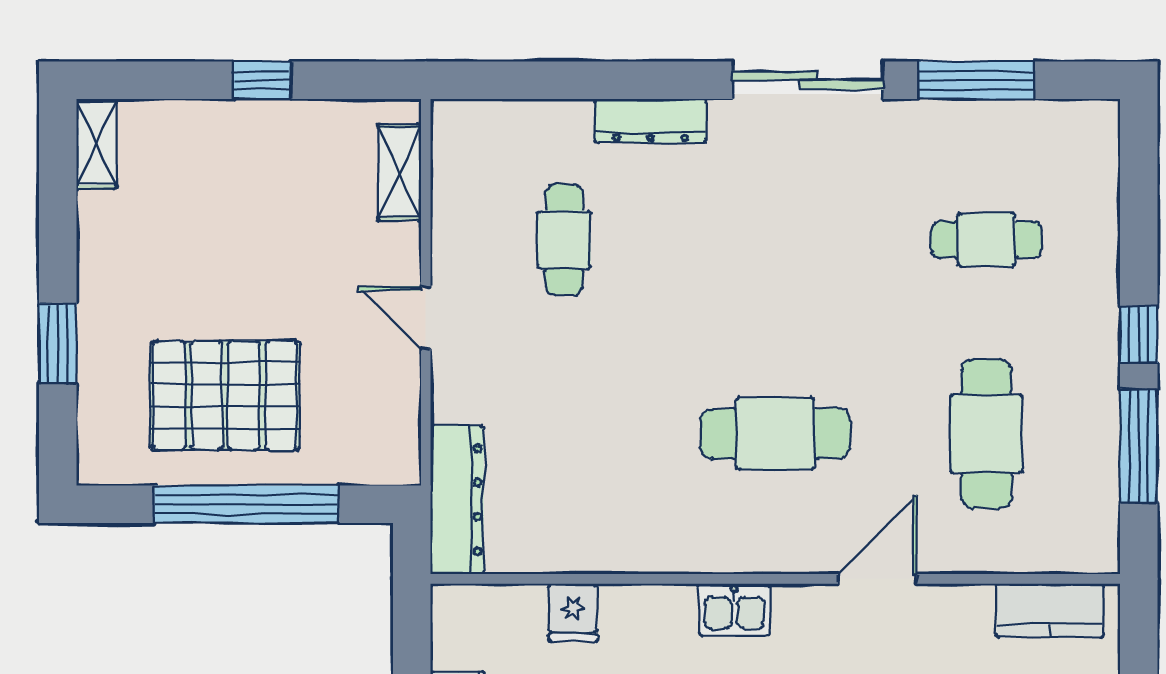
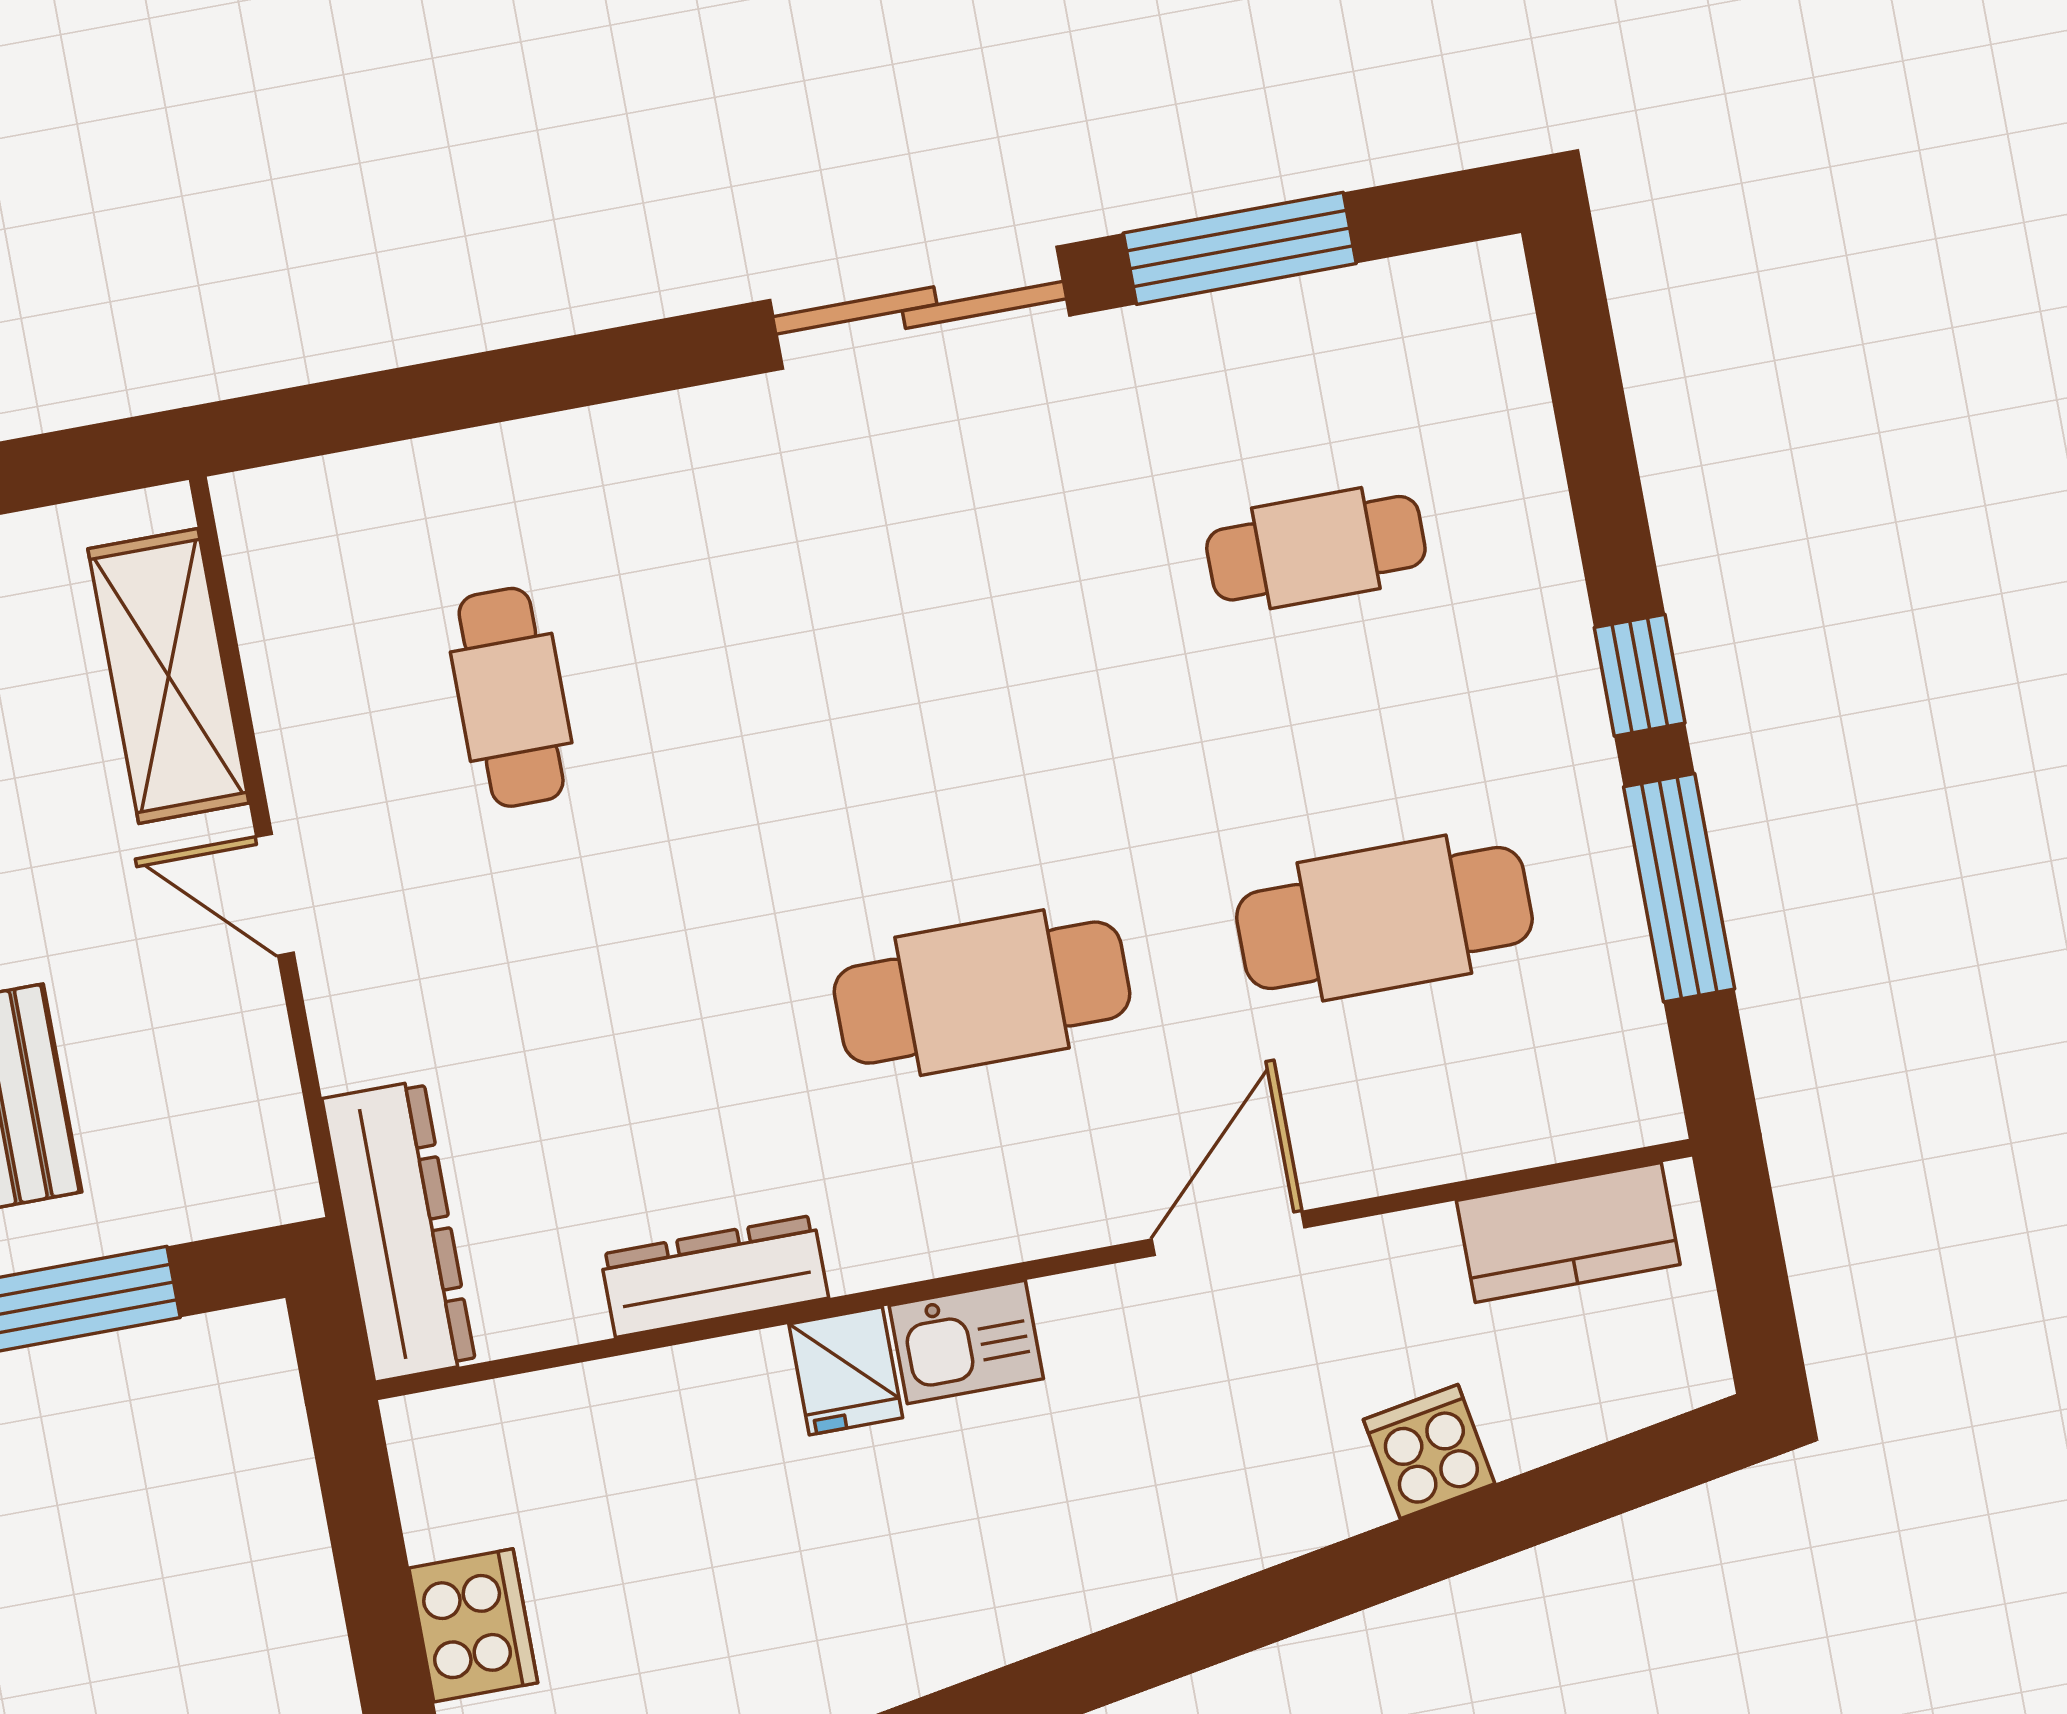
dresser: (650, 121) -> (714, 1276), moved, turned 180
shelving: (399, 172) -> (168, 676), width x1.50, depth x1.33
cafe table: (986, 434) -> (1384, 918), turned 90
fridge: (573, 613) -> (846, 1371), moved

